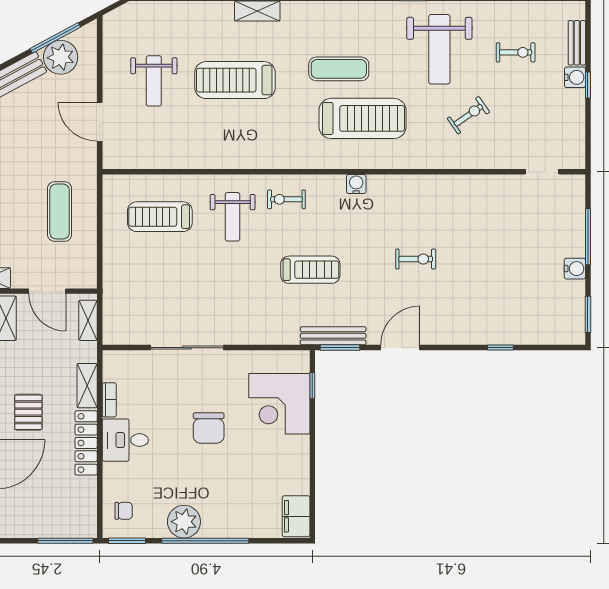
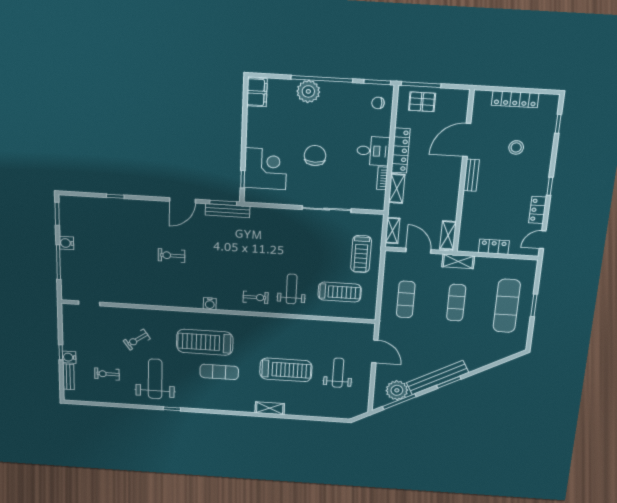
treadmill: (310, 270) -> (361, 254), moved, turned -90
pallet: (28, 412) -> (422, 102), moved, turned 90
plant: (184, 522) -> (308, 91), moved

